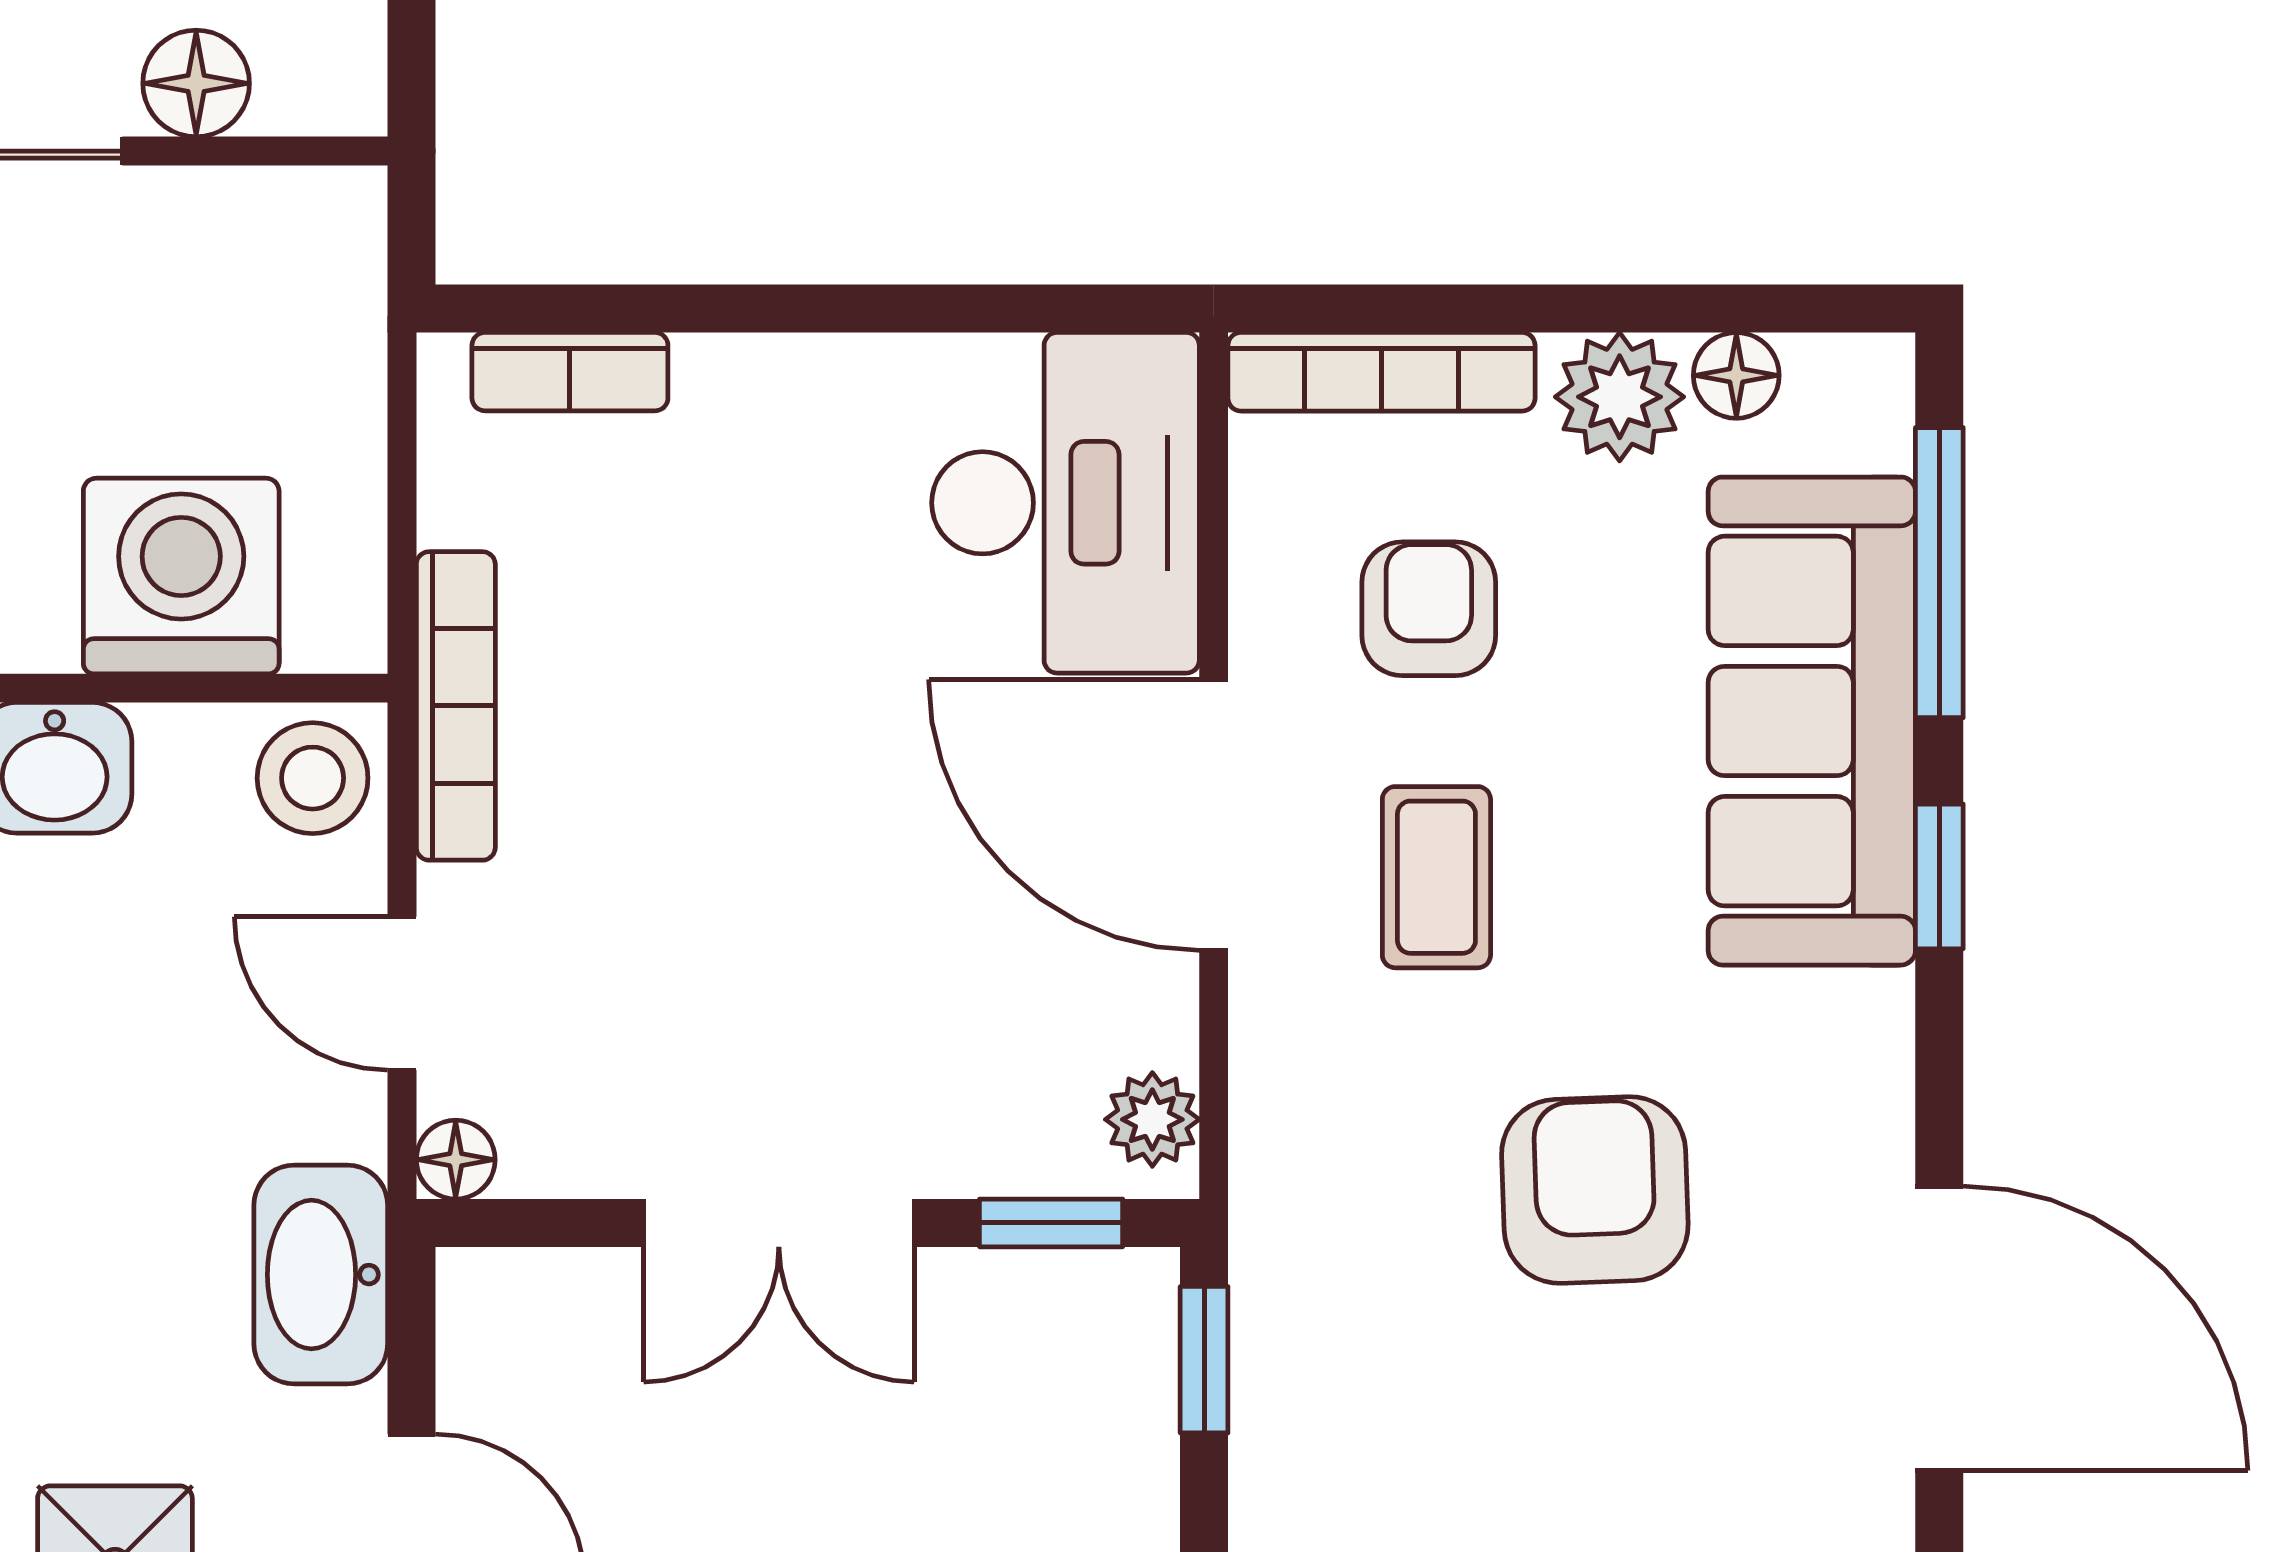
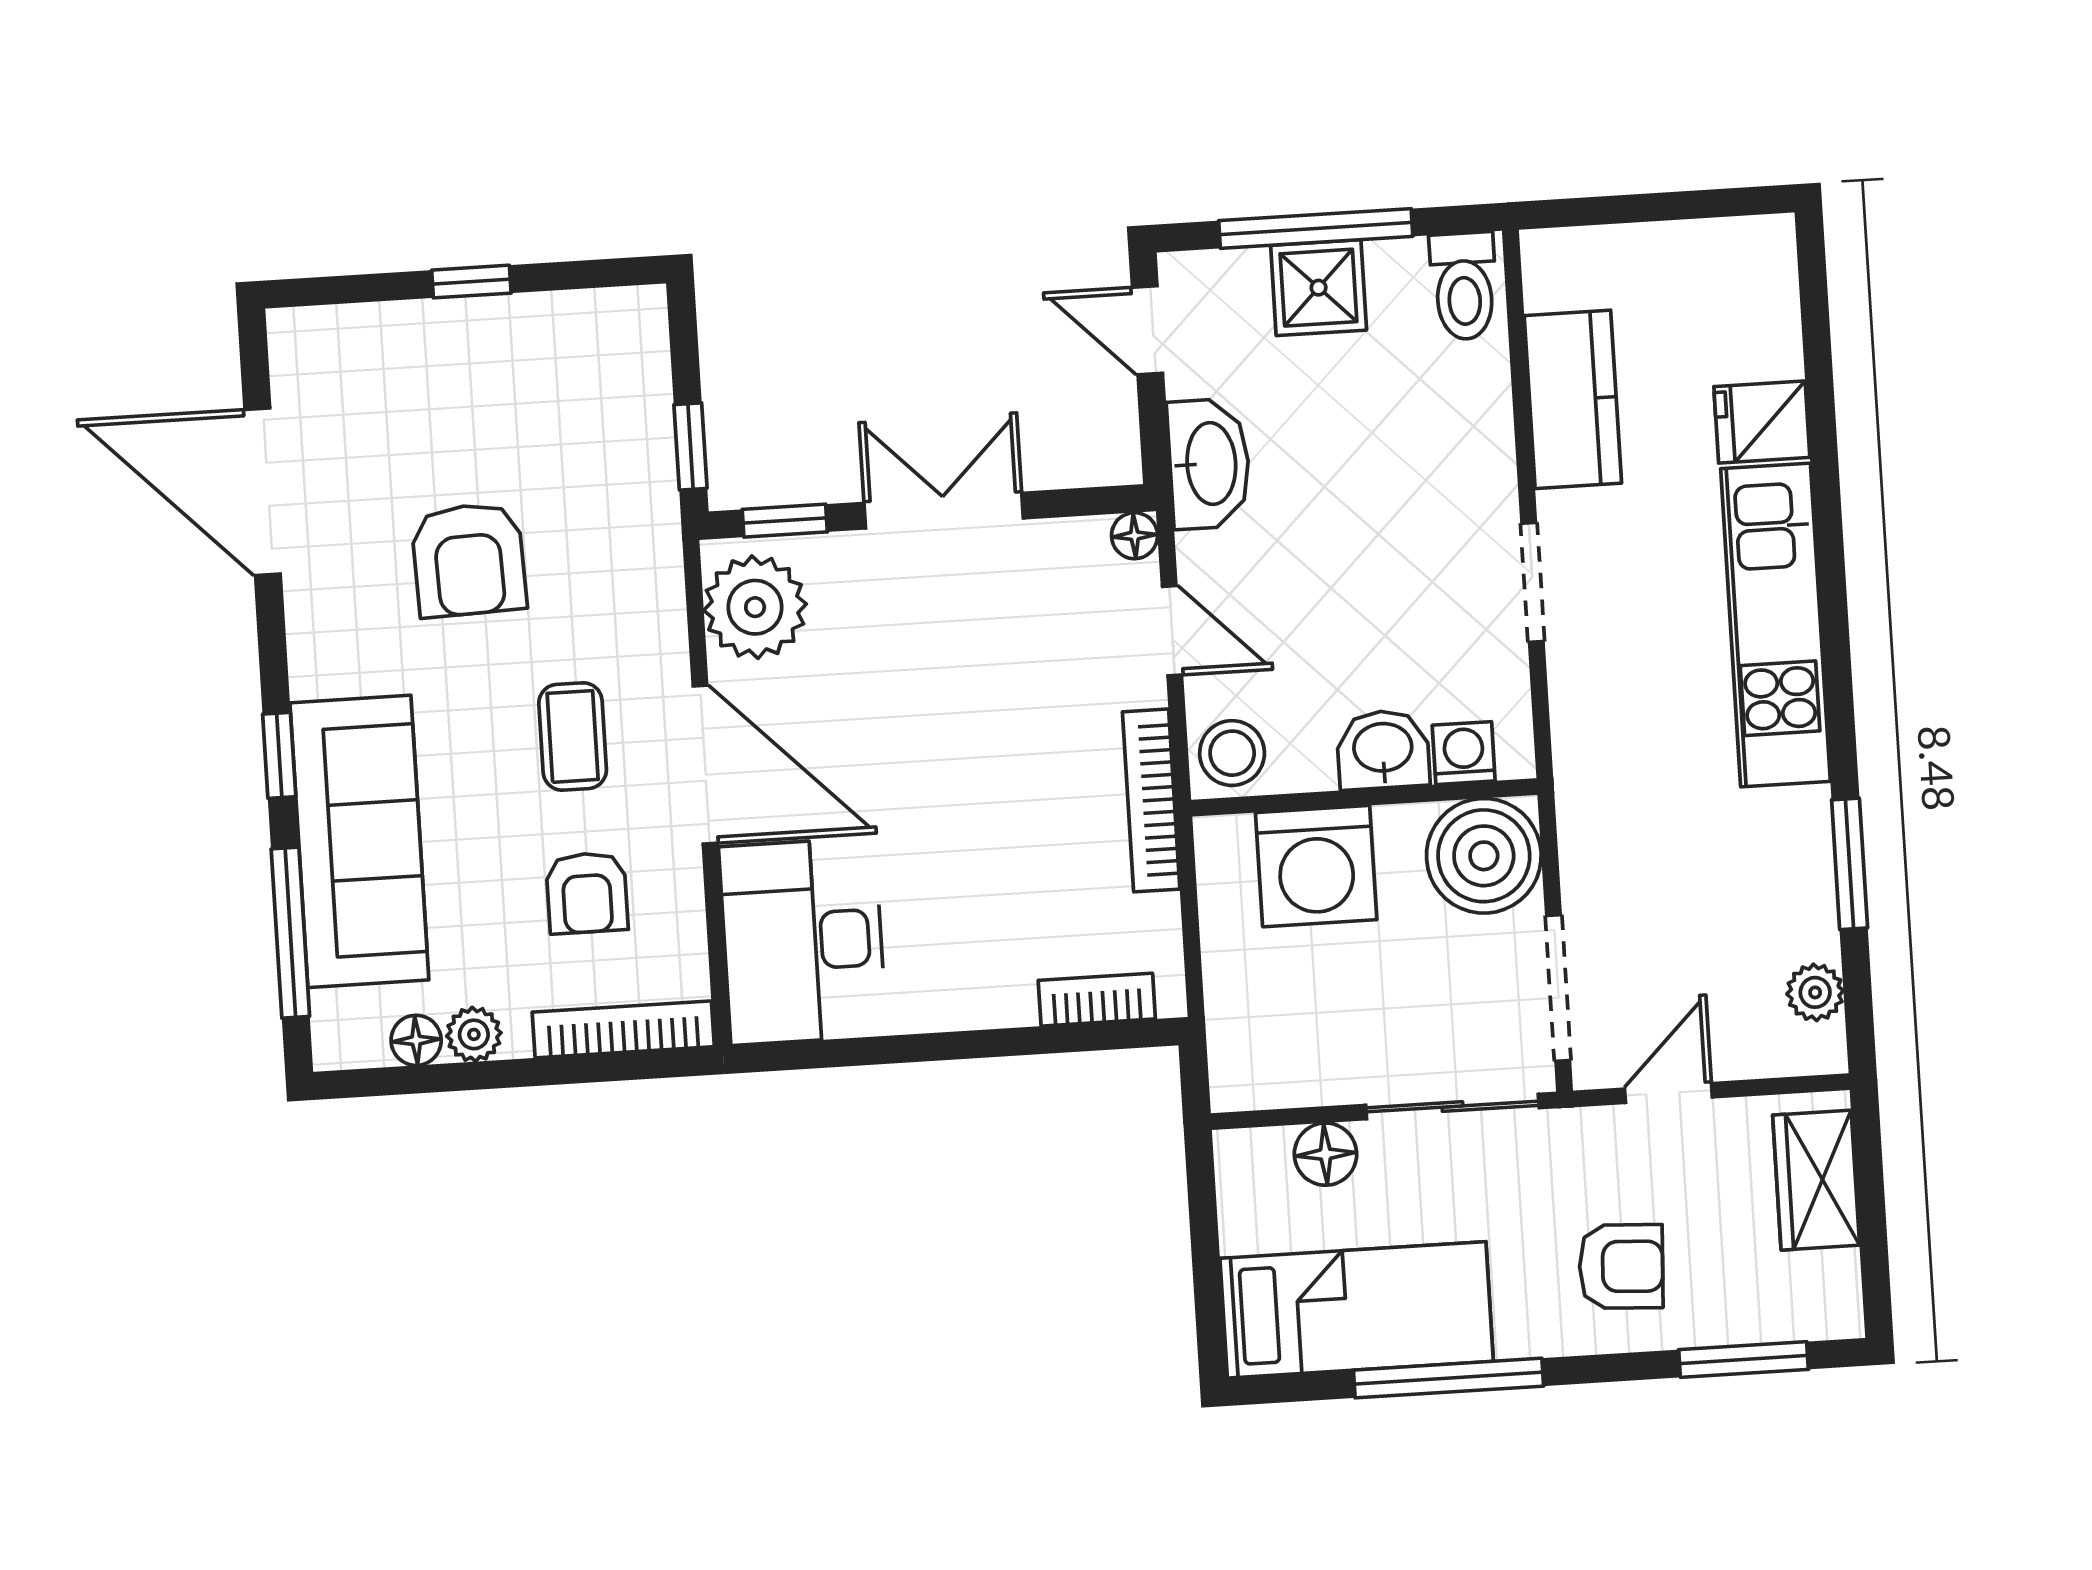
plant: (1620, 397) -> (474, 1034), width x0.73, depth x0.73
plant: (1152, 1119) -> (755, 607), width x1.87, depth x1.87

